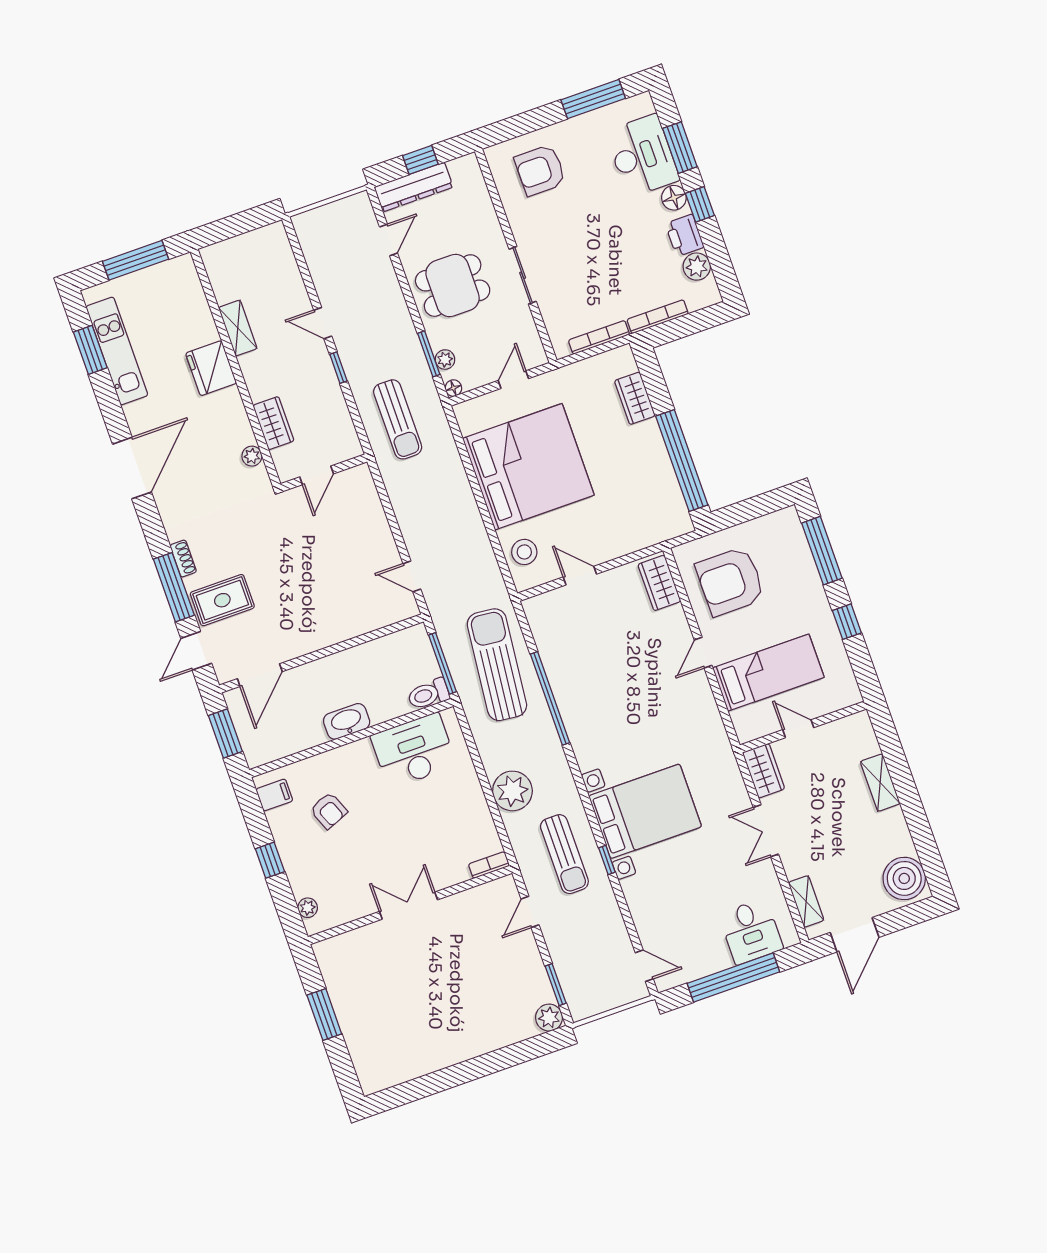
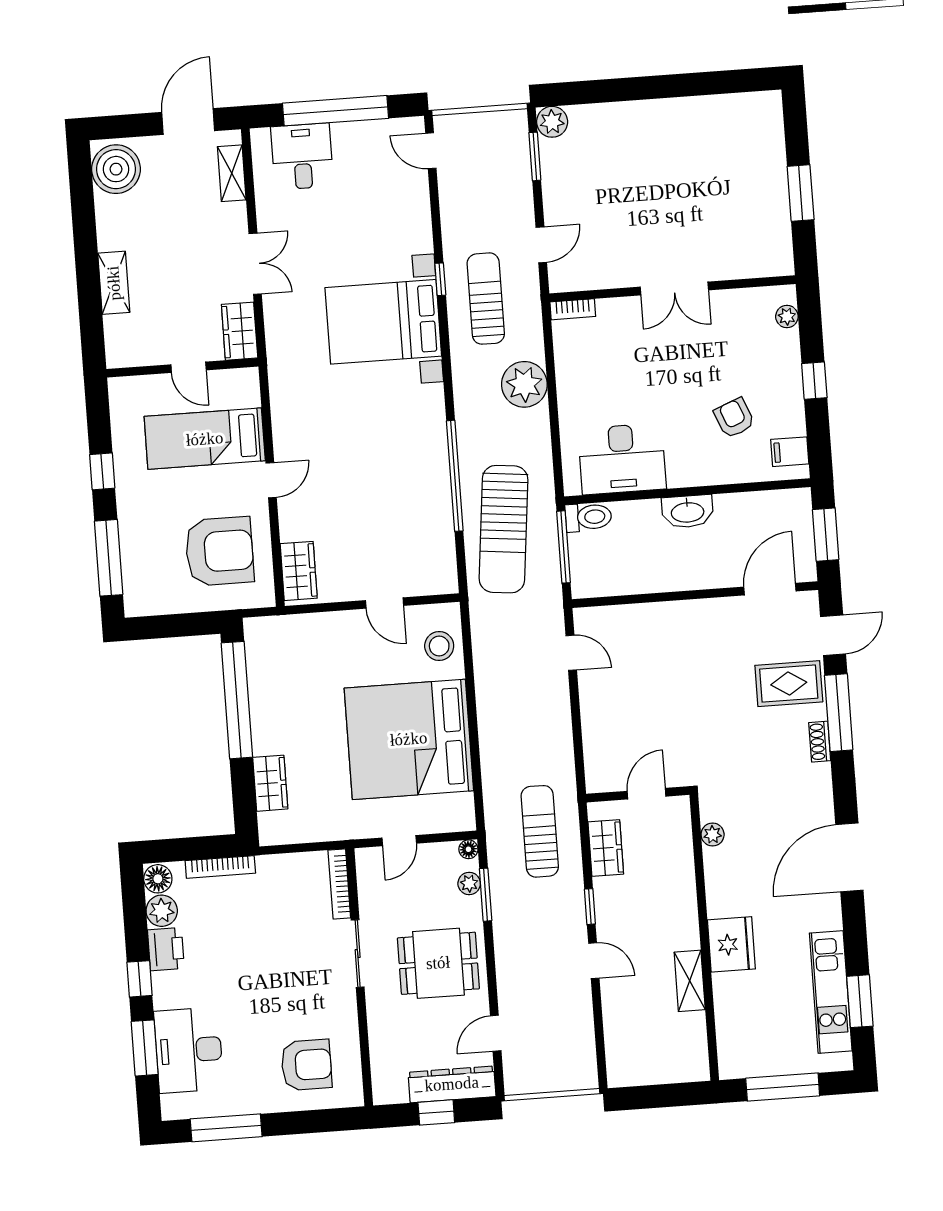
floor lamp: (674, 198) -> (158, 879), moved
bookcase: (599, 337) -> (339, 884), moved, turned 90
wardrobe: (273, 423) -> (606, 848), moved, turned 180

